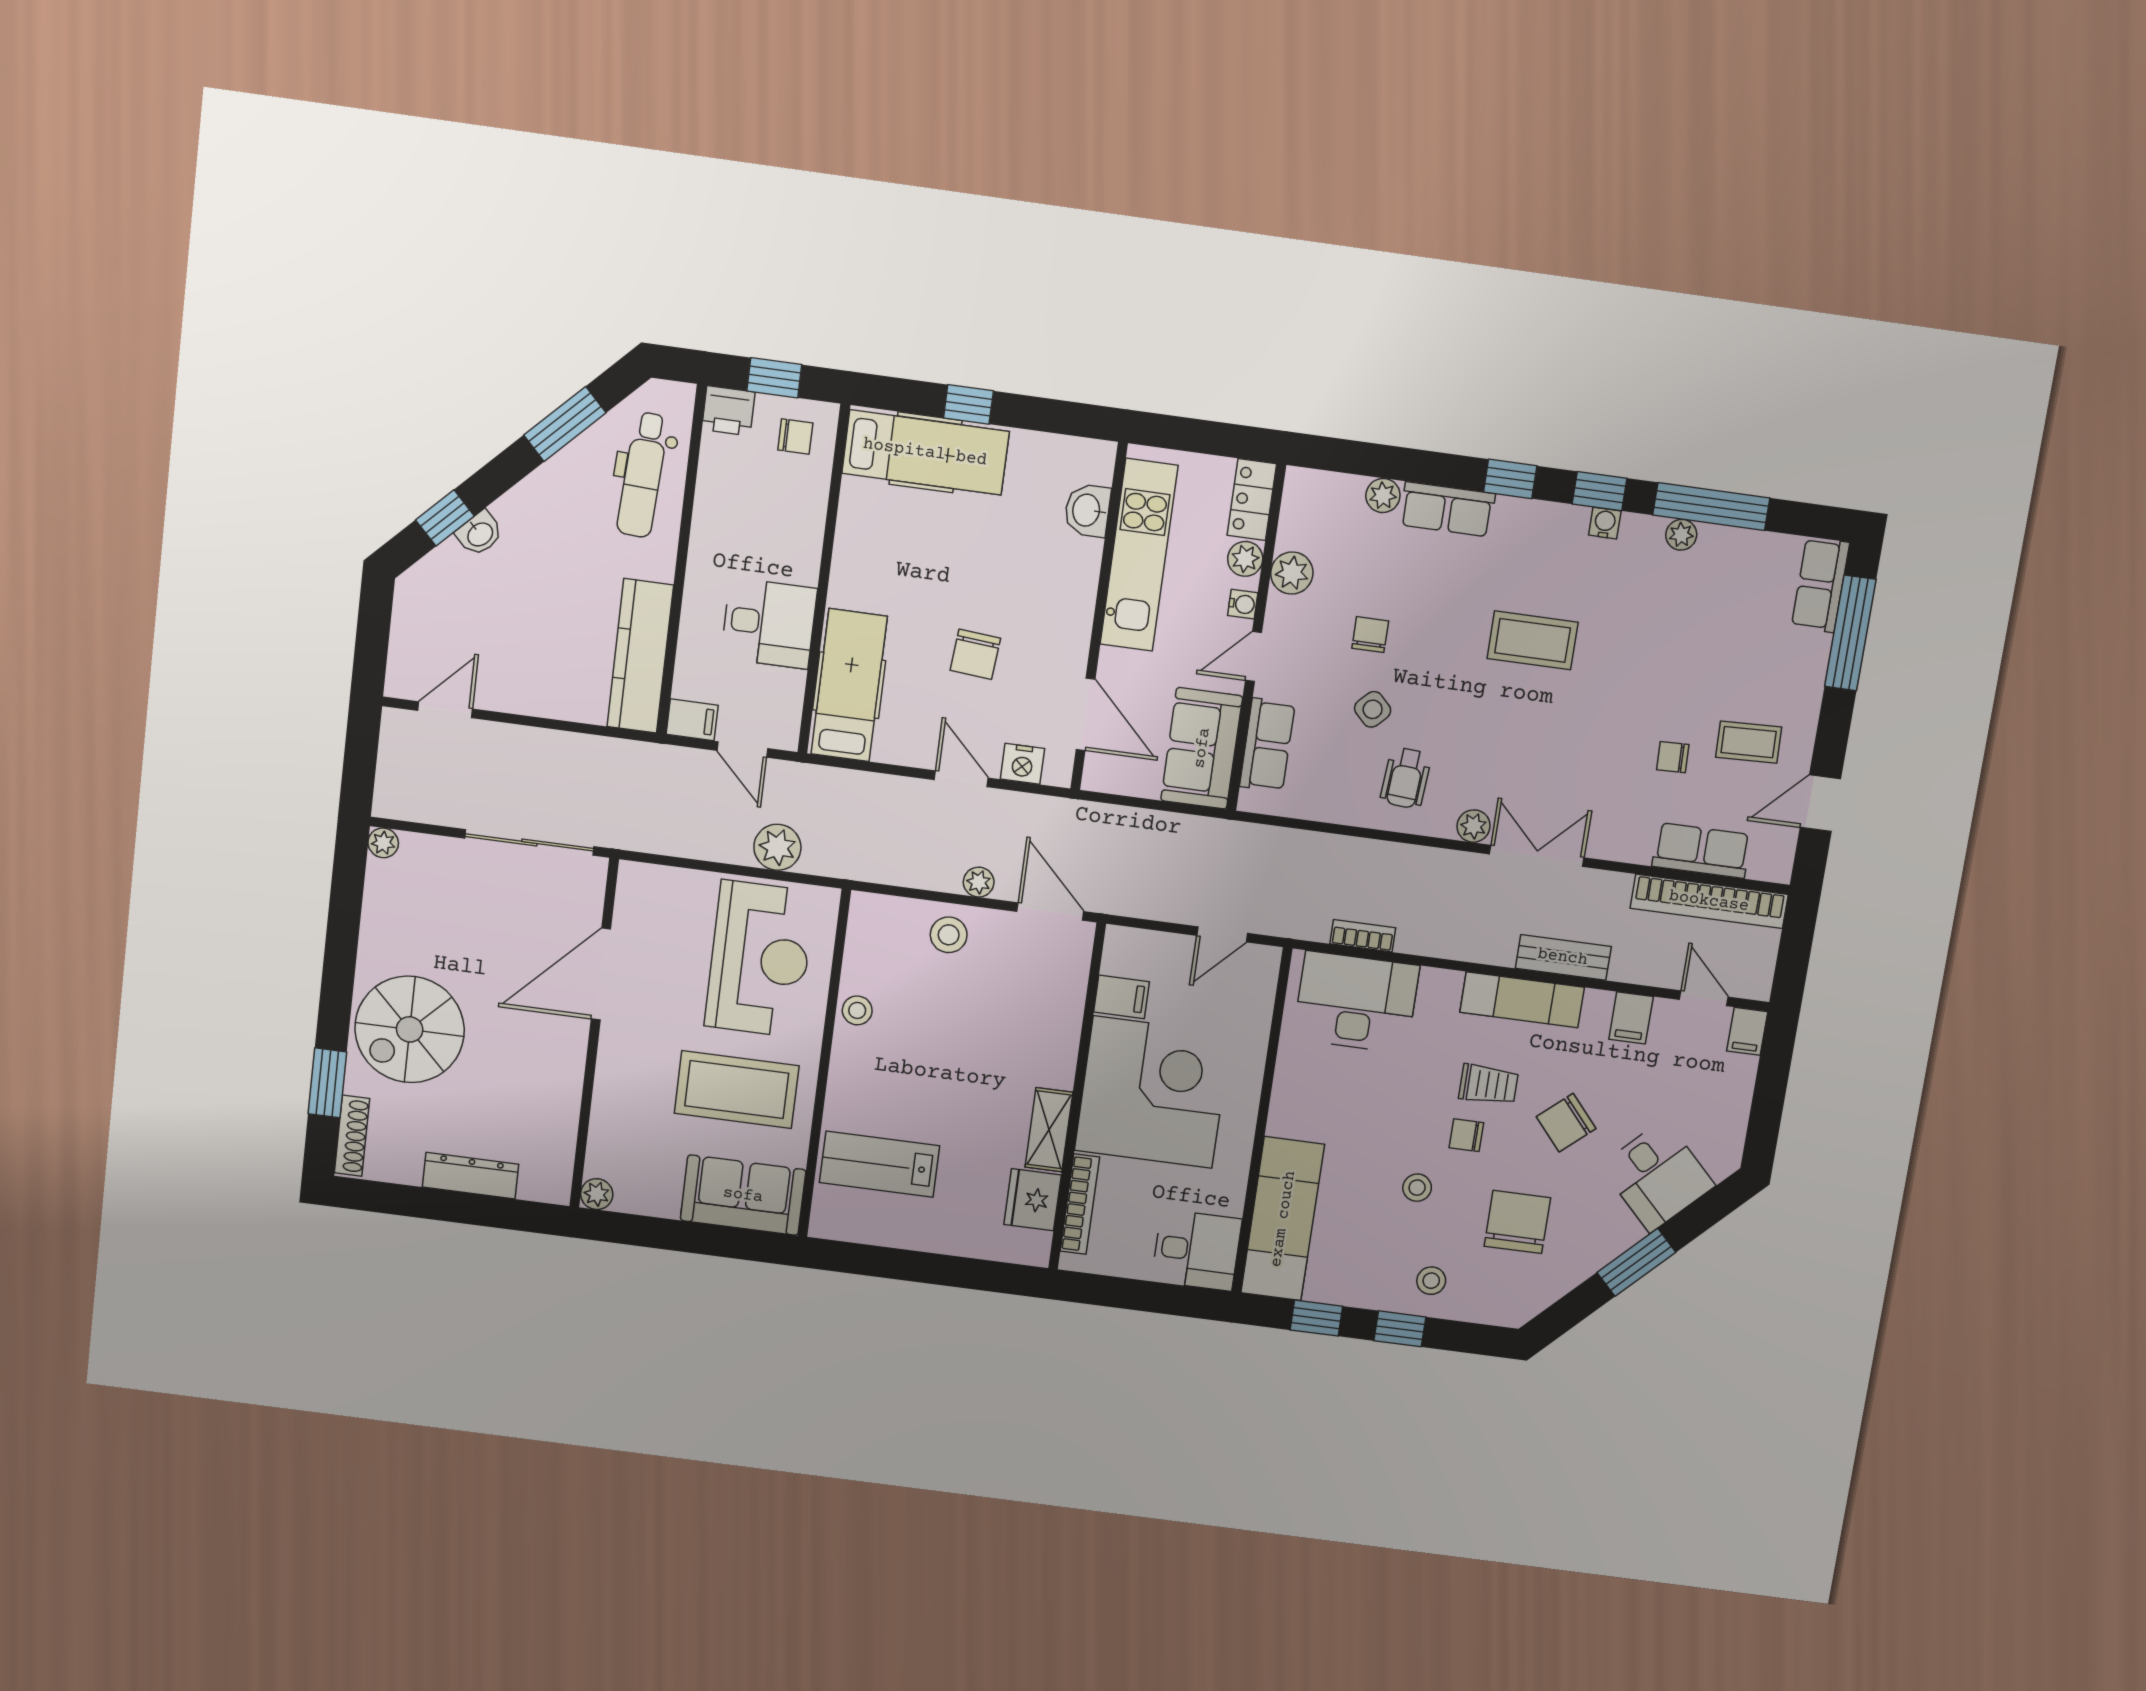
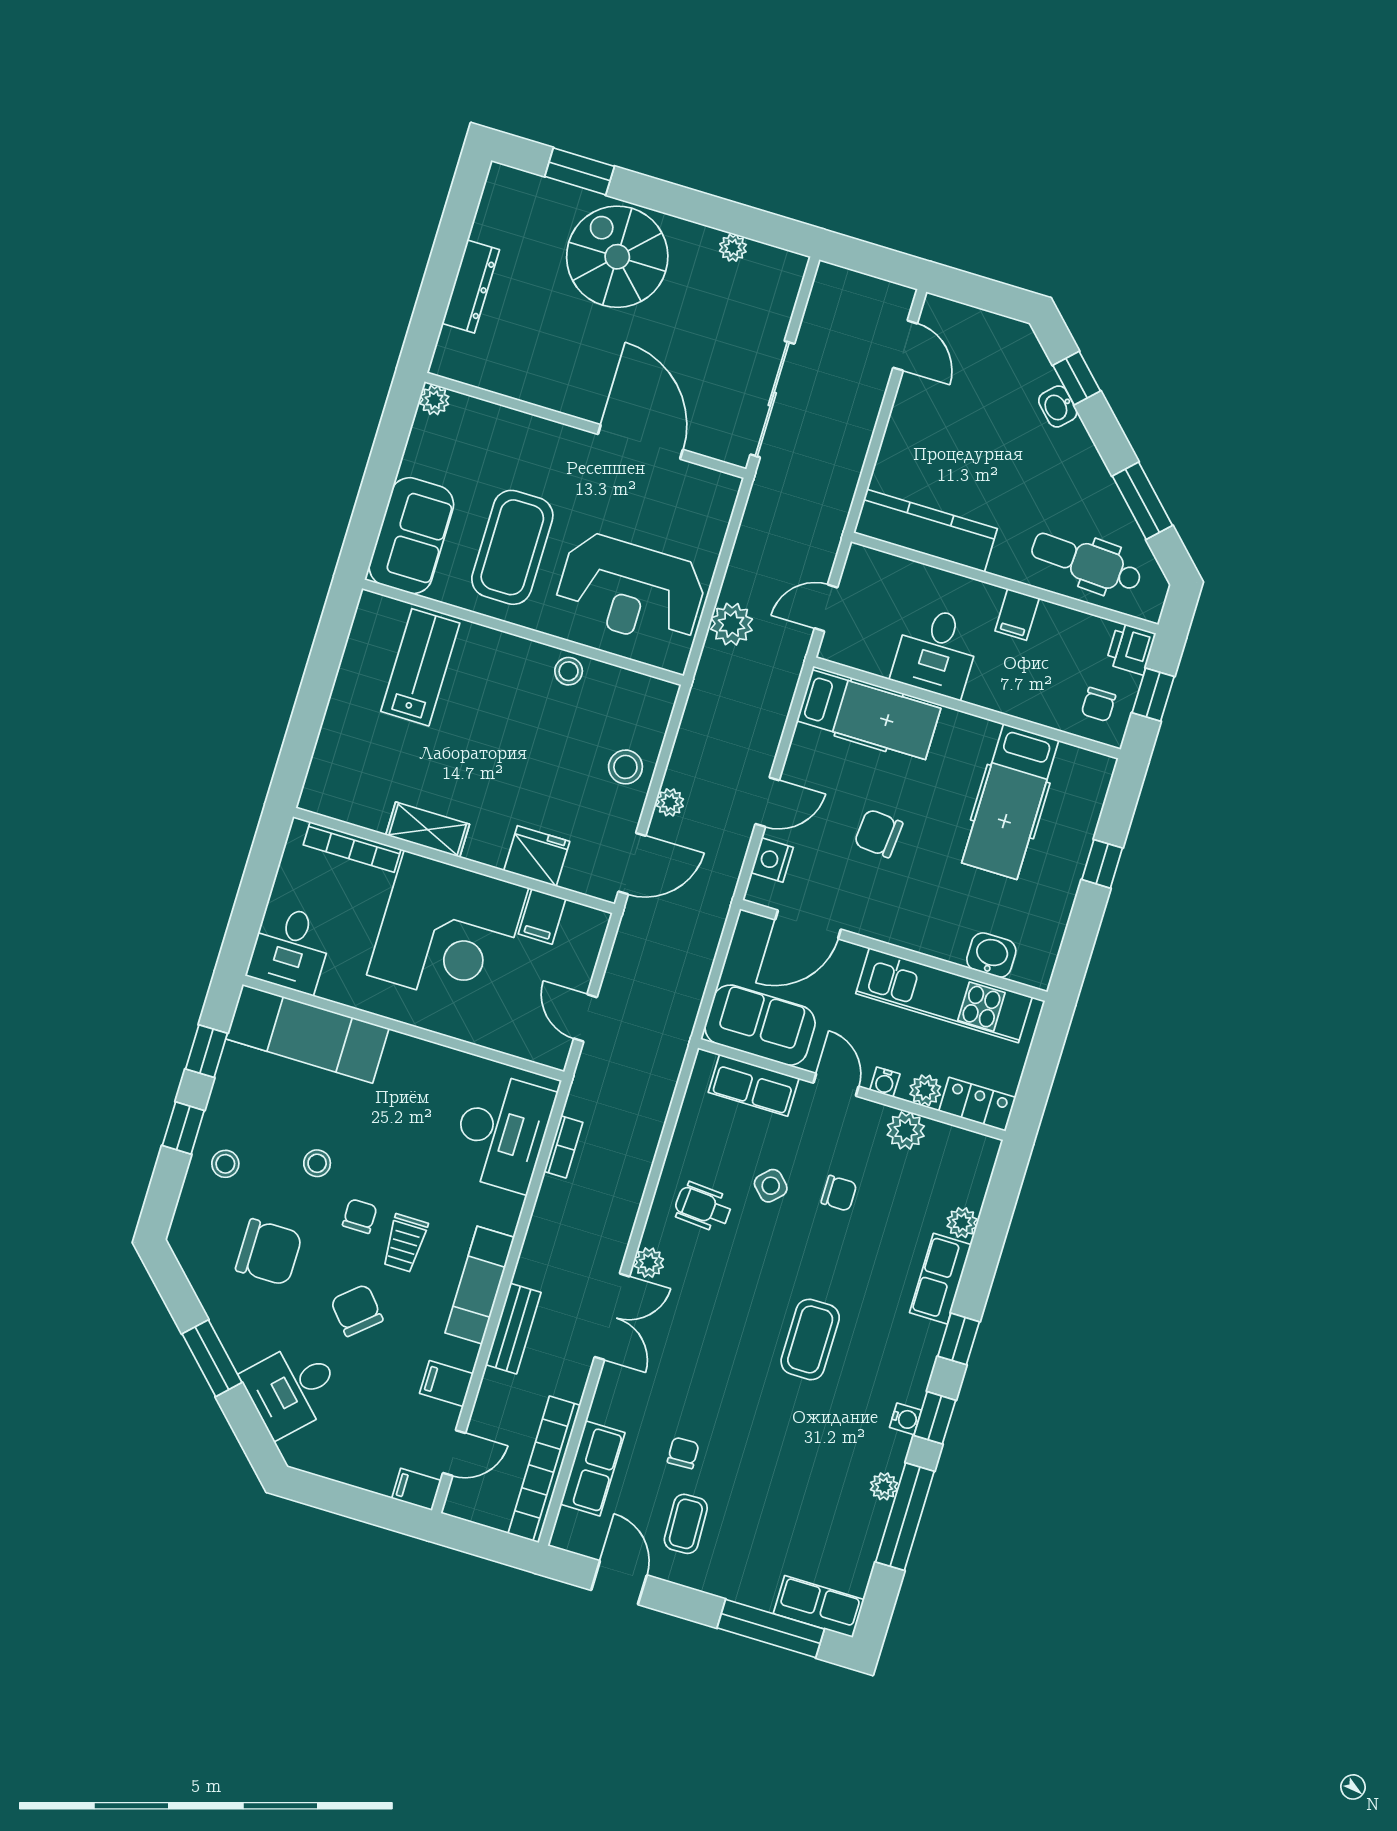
hospital bed: (925, 452) -> (1010, 802), moved
filing cabinet: (692, 720) -> (1017, 615), moved
plant: (383, 843) -> (733, 248), moved
shoe rack: (352, 1136) -> (526, 184), removed
fridge: (1033, 1200) -> (537, 856), moved

